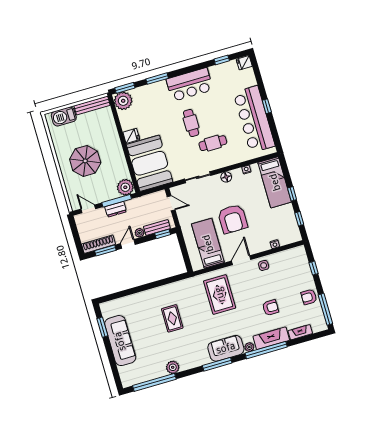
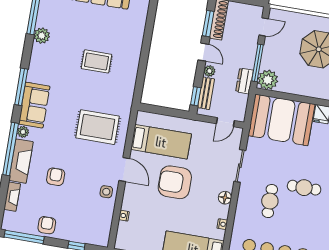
dresser: (116, 209) -> (244, 81), moved
armchair: (271, 308) -> (56, 177), turned 180

